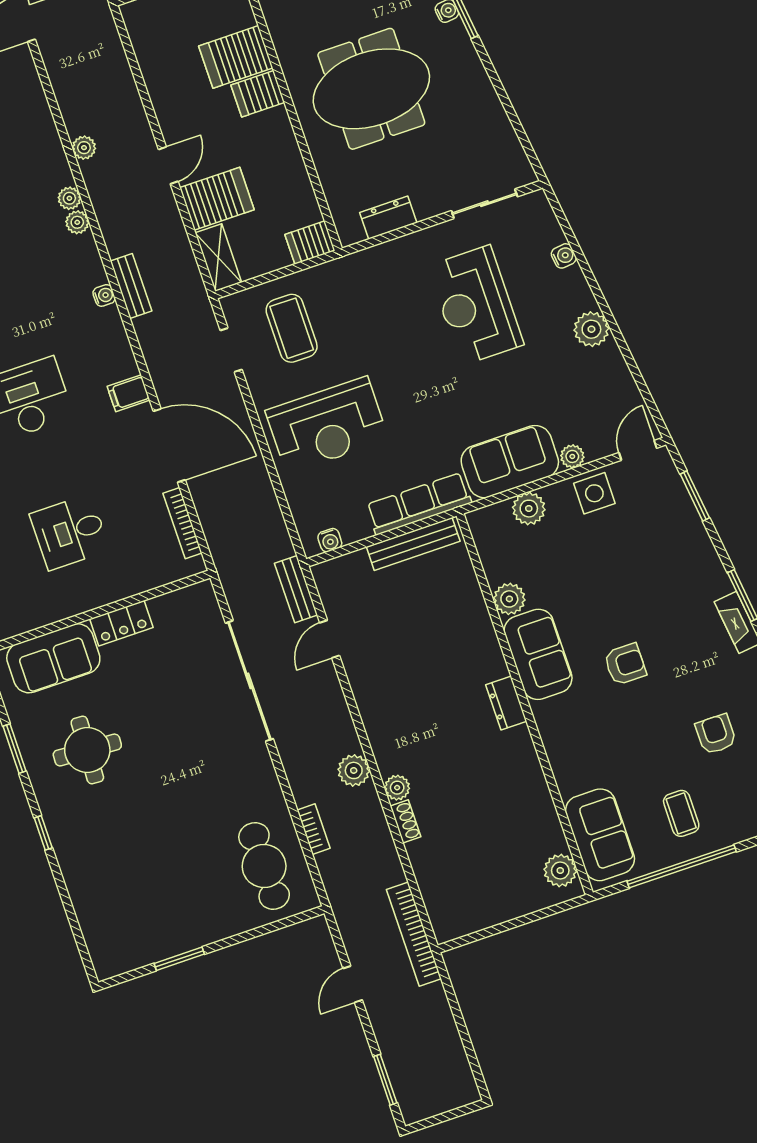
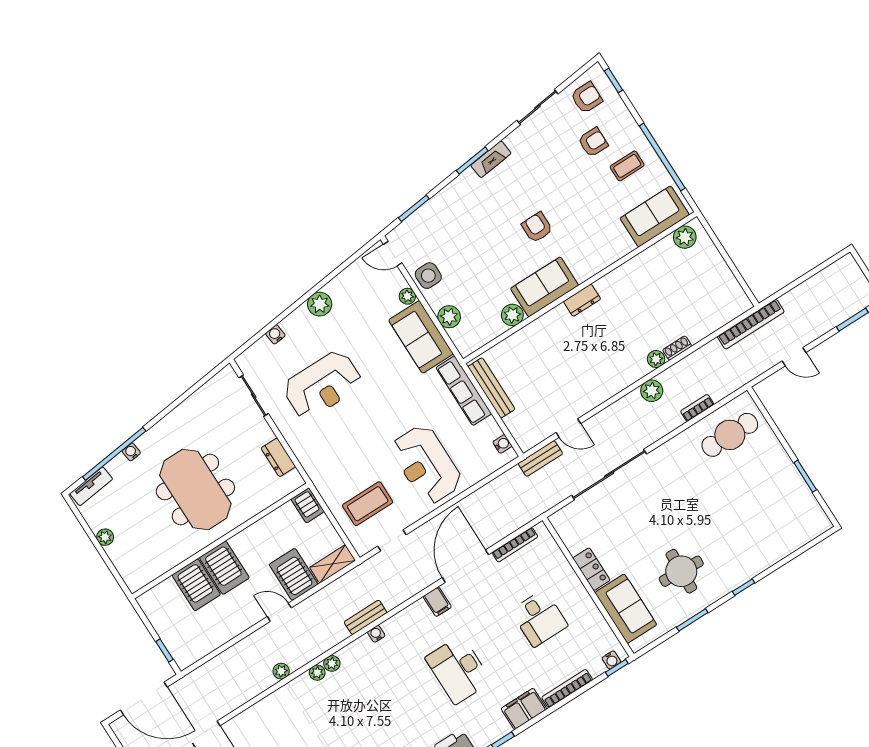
server rack: (258, 94) -> (224, 568), width x1.36, depth x1.44
reception desk: (327, 425) -> (426, 464), turned 180
armchair: (716, 734) -> (593, 142), moved, turned 180

